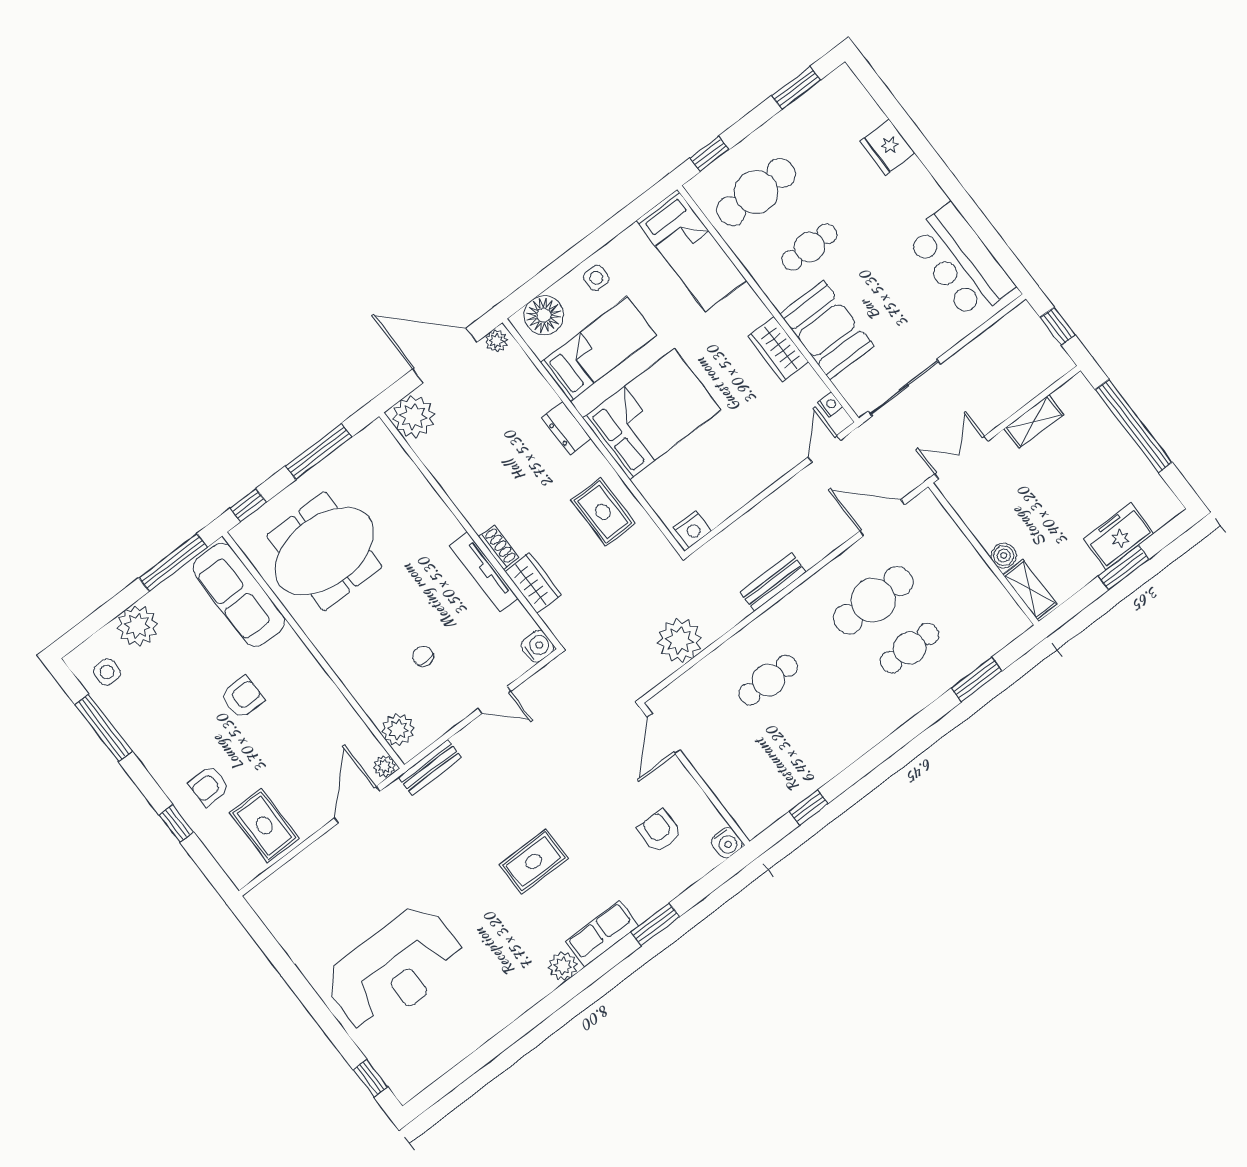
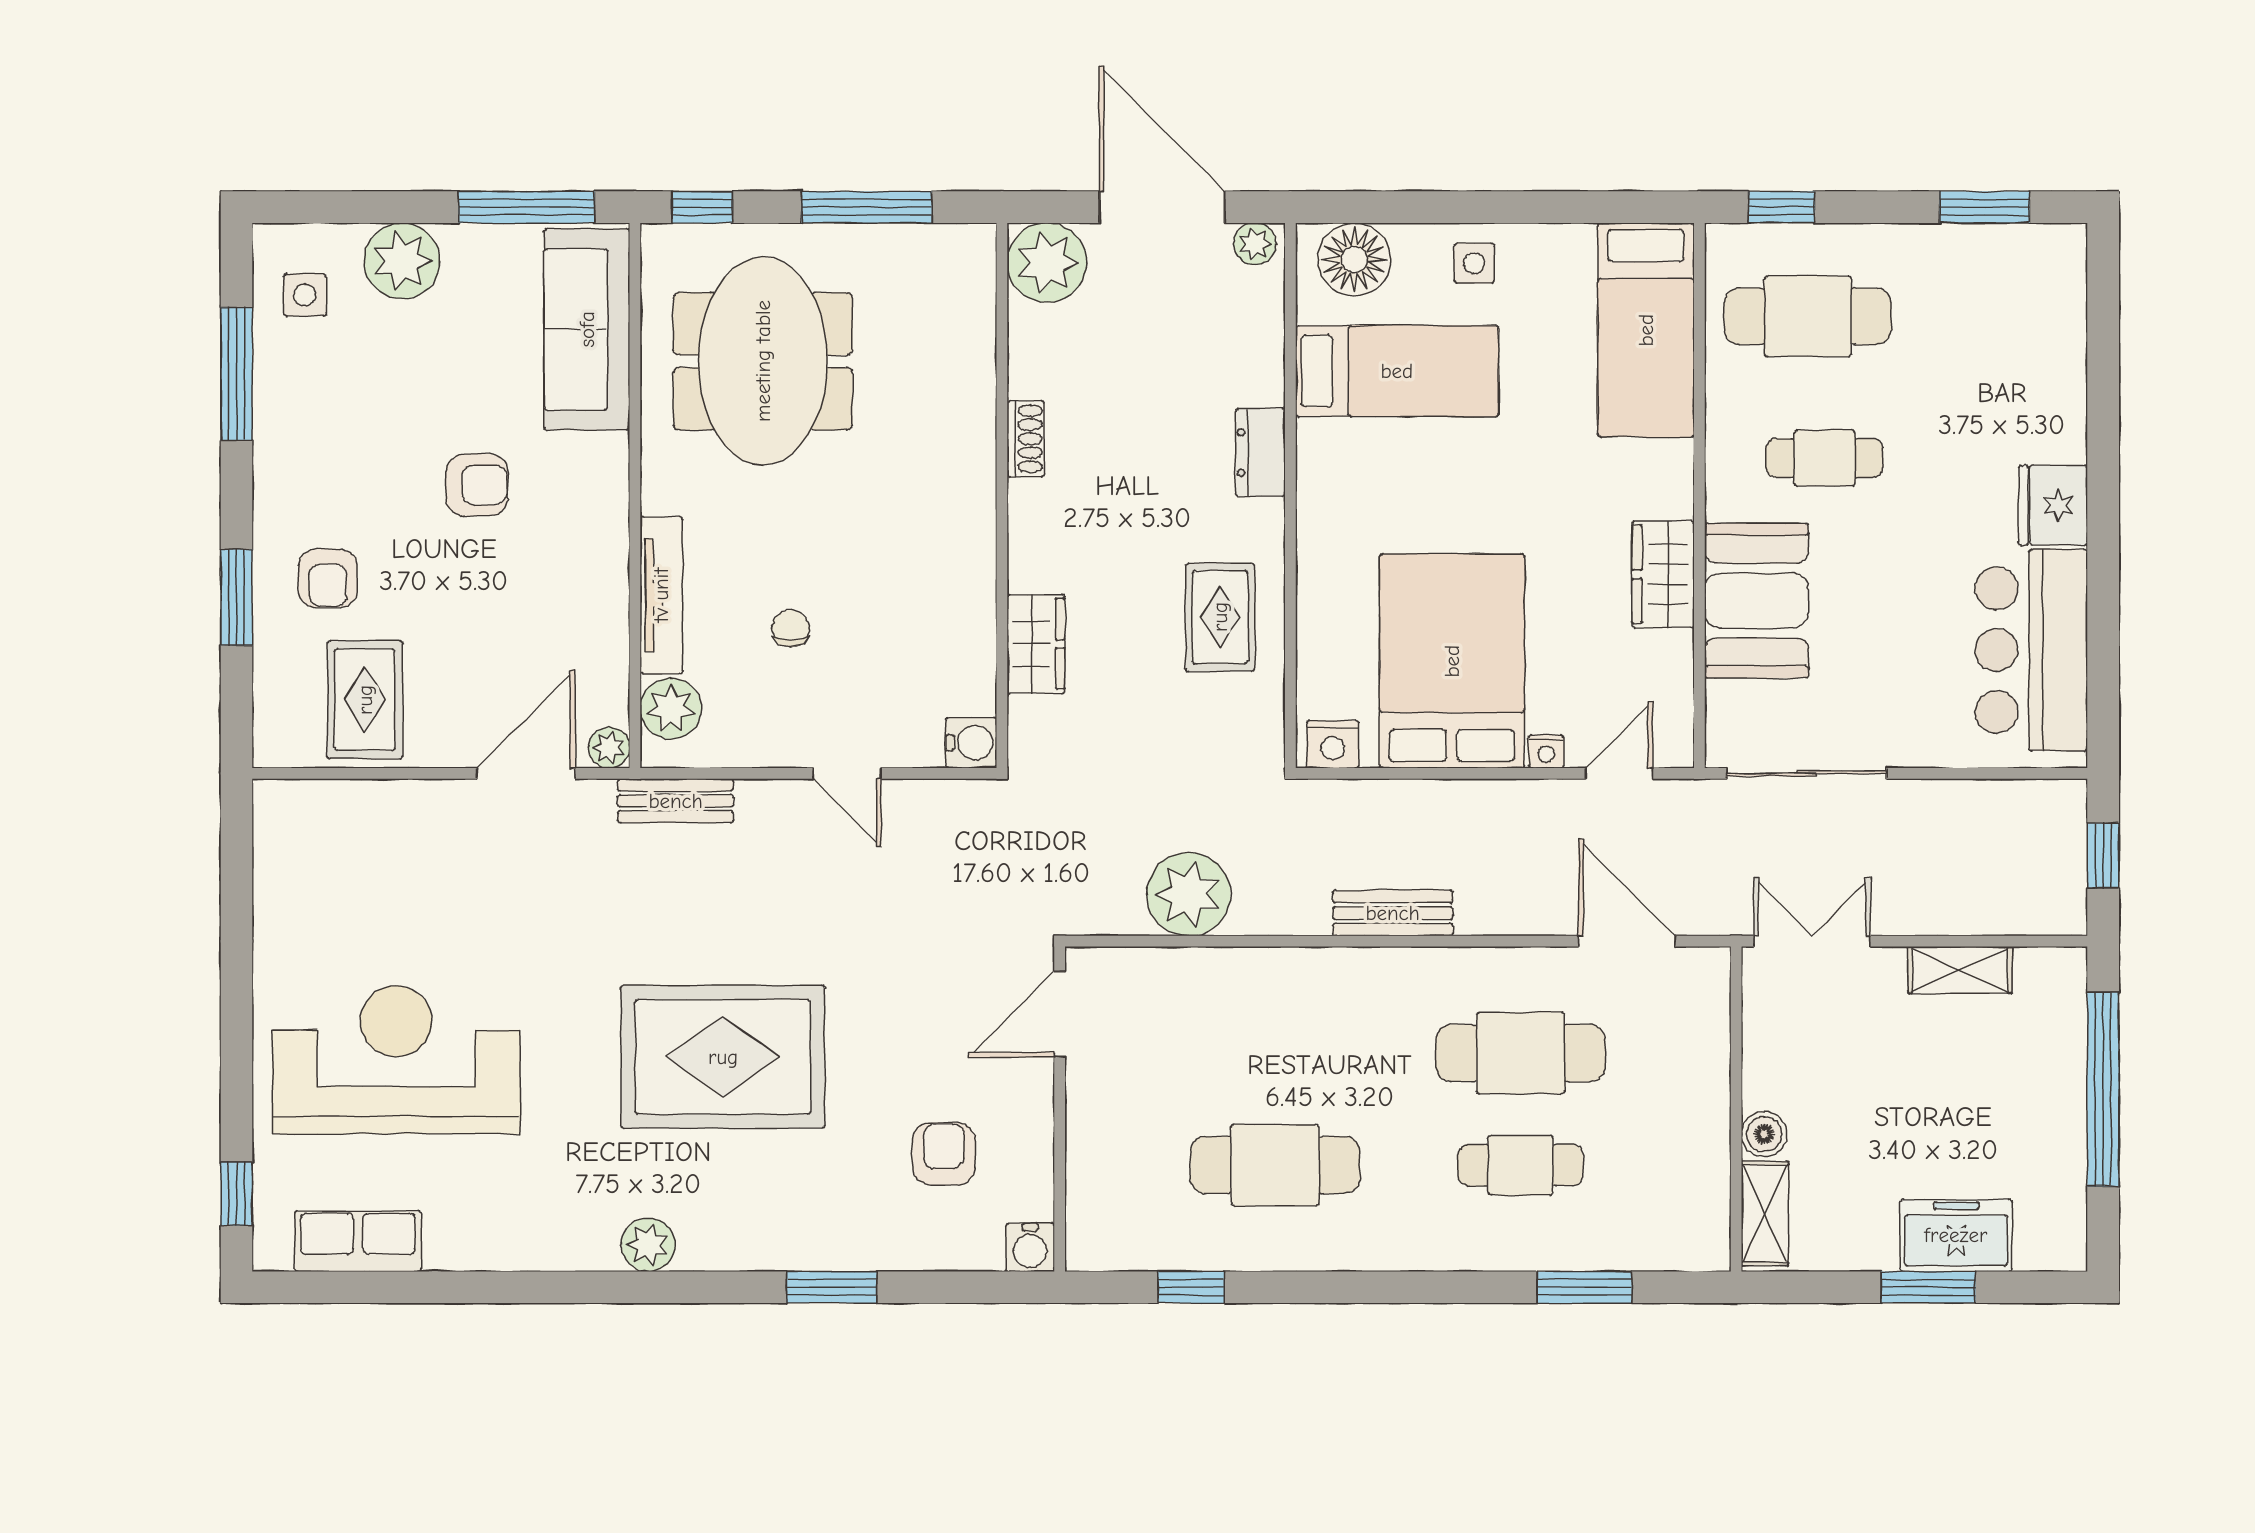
fridge: (887, 147) -> (2053, 505), moved
nightstand: (830, 405) -> (1546, 751), moved, turned 90
bed: (652, 414) -> (1452, 661), moved, turned -90
shoe rack: (499, 547) -> (1026, 439), moved
meeting table: (324, 551) -> (763, 361), turned 90
tv unit: (484, 572) -> (661, 595), moved, turned 180
cafe table: (768, 680) -> (1275, 1165), moved, width x1.37, depth x1.35
armchair: (209, 785) -> (328, 578), turned -90
window: (176, 823) -> (236, 597), width x1.50
rug: (534, 861) -> (723, 1057), width x1.86, depth x2.06
row of seats: (602, 934) -> (358, 1241), moved
reception desk: (395, 969) -> (396, 1060), turned 180

